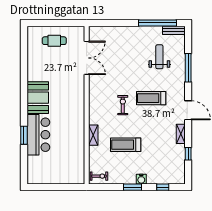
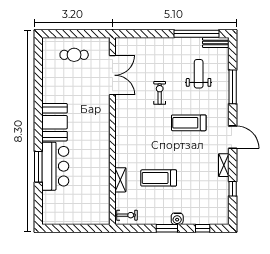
exercise bike: (123, 105) -> (160, 93), moved
window: (24, 135) -> (38, 167), width x1.44
shelving: (93, 135) -> (120, 180), moved

